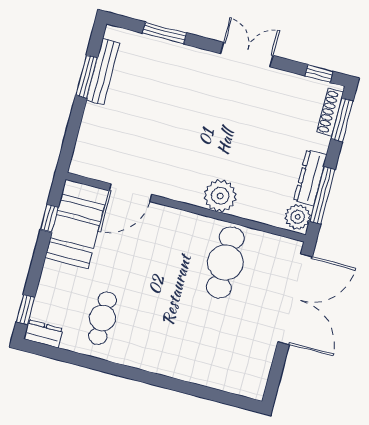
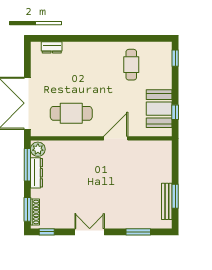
double door: (247, 55) -> (90, 232), swing flipped
door: (130, 193) -> (116, 138), moved
plant: (220, 196) -> (84, 150), removed
cafe table: (225, 263) -> (71, 113), turned 90
dresser: (43, 334) -> (52, 47), moved

